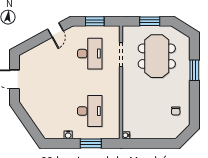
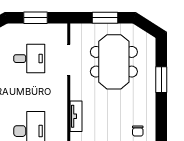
desk: (90, 54) -> (29, 59), width x0.73
tv unit: (127, 99) -> (76, 116), added

